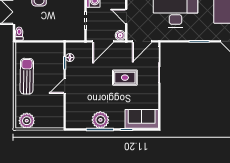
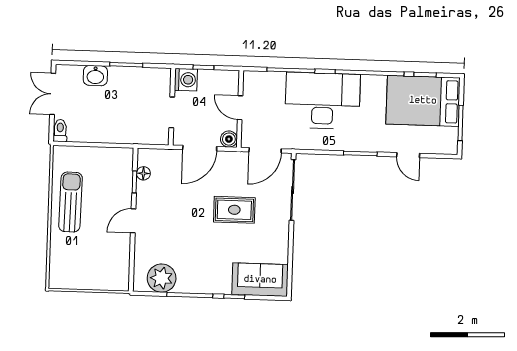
plant: (100, 120) -> (162, 278), moved
plant: (27, 121) -> (68, 276), removed

